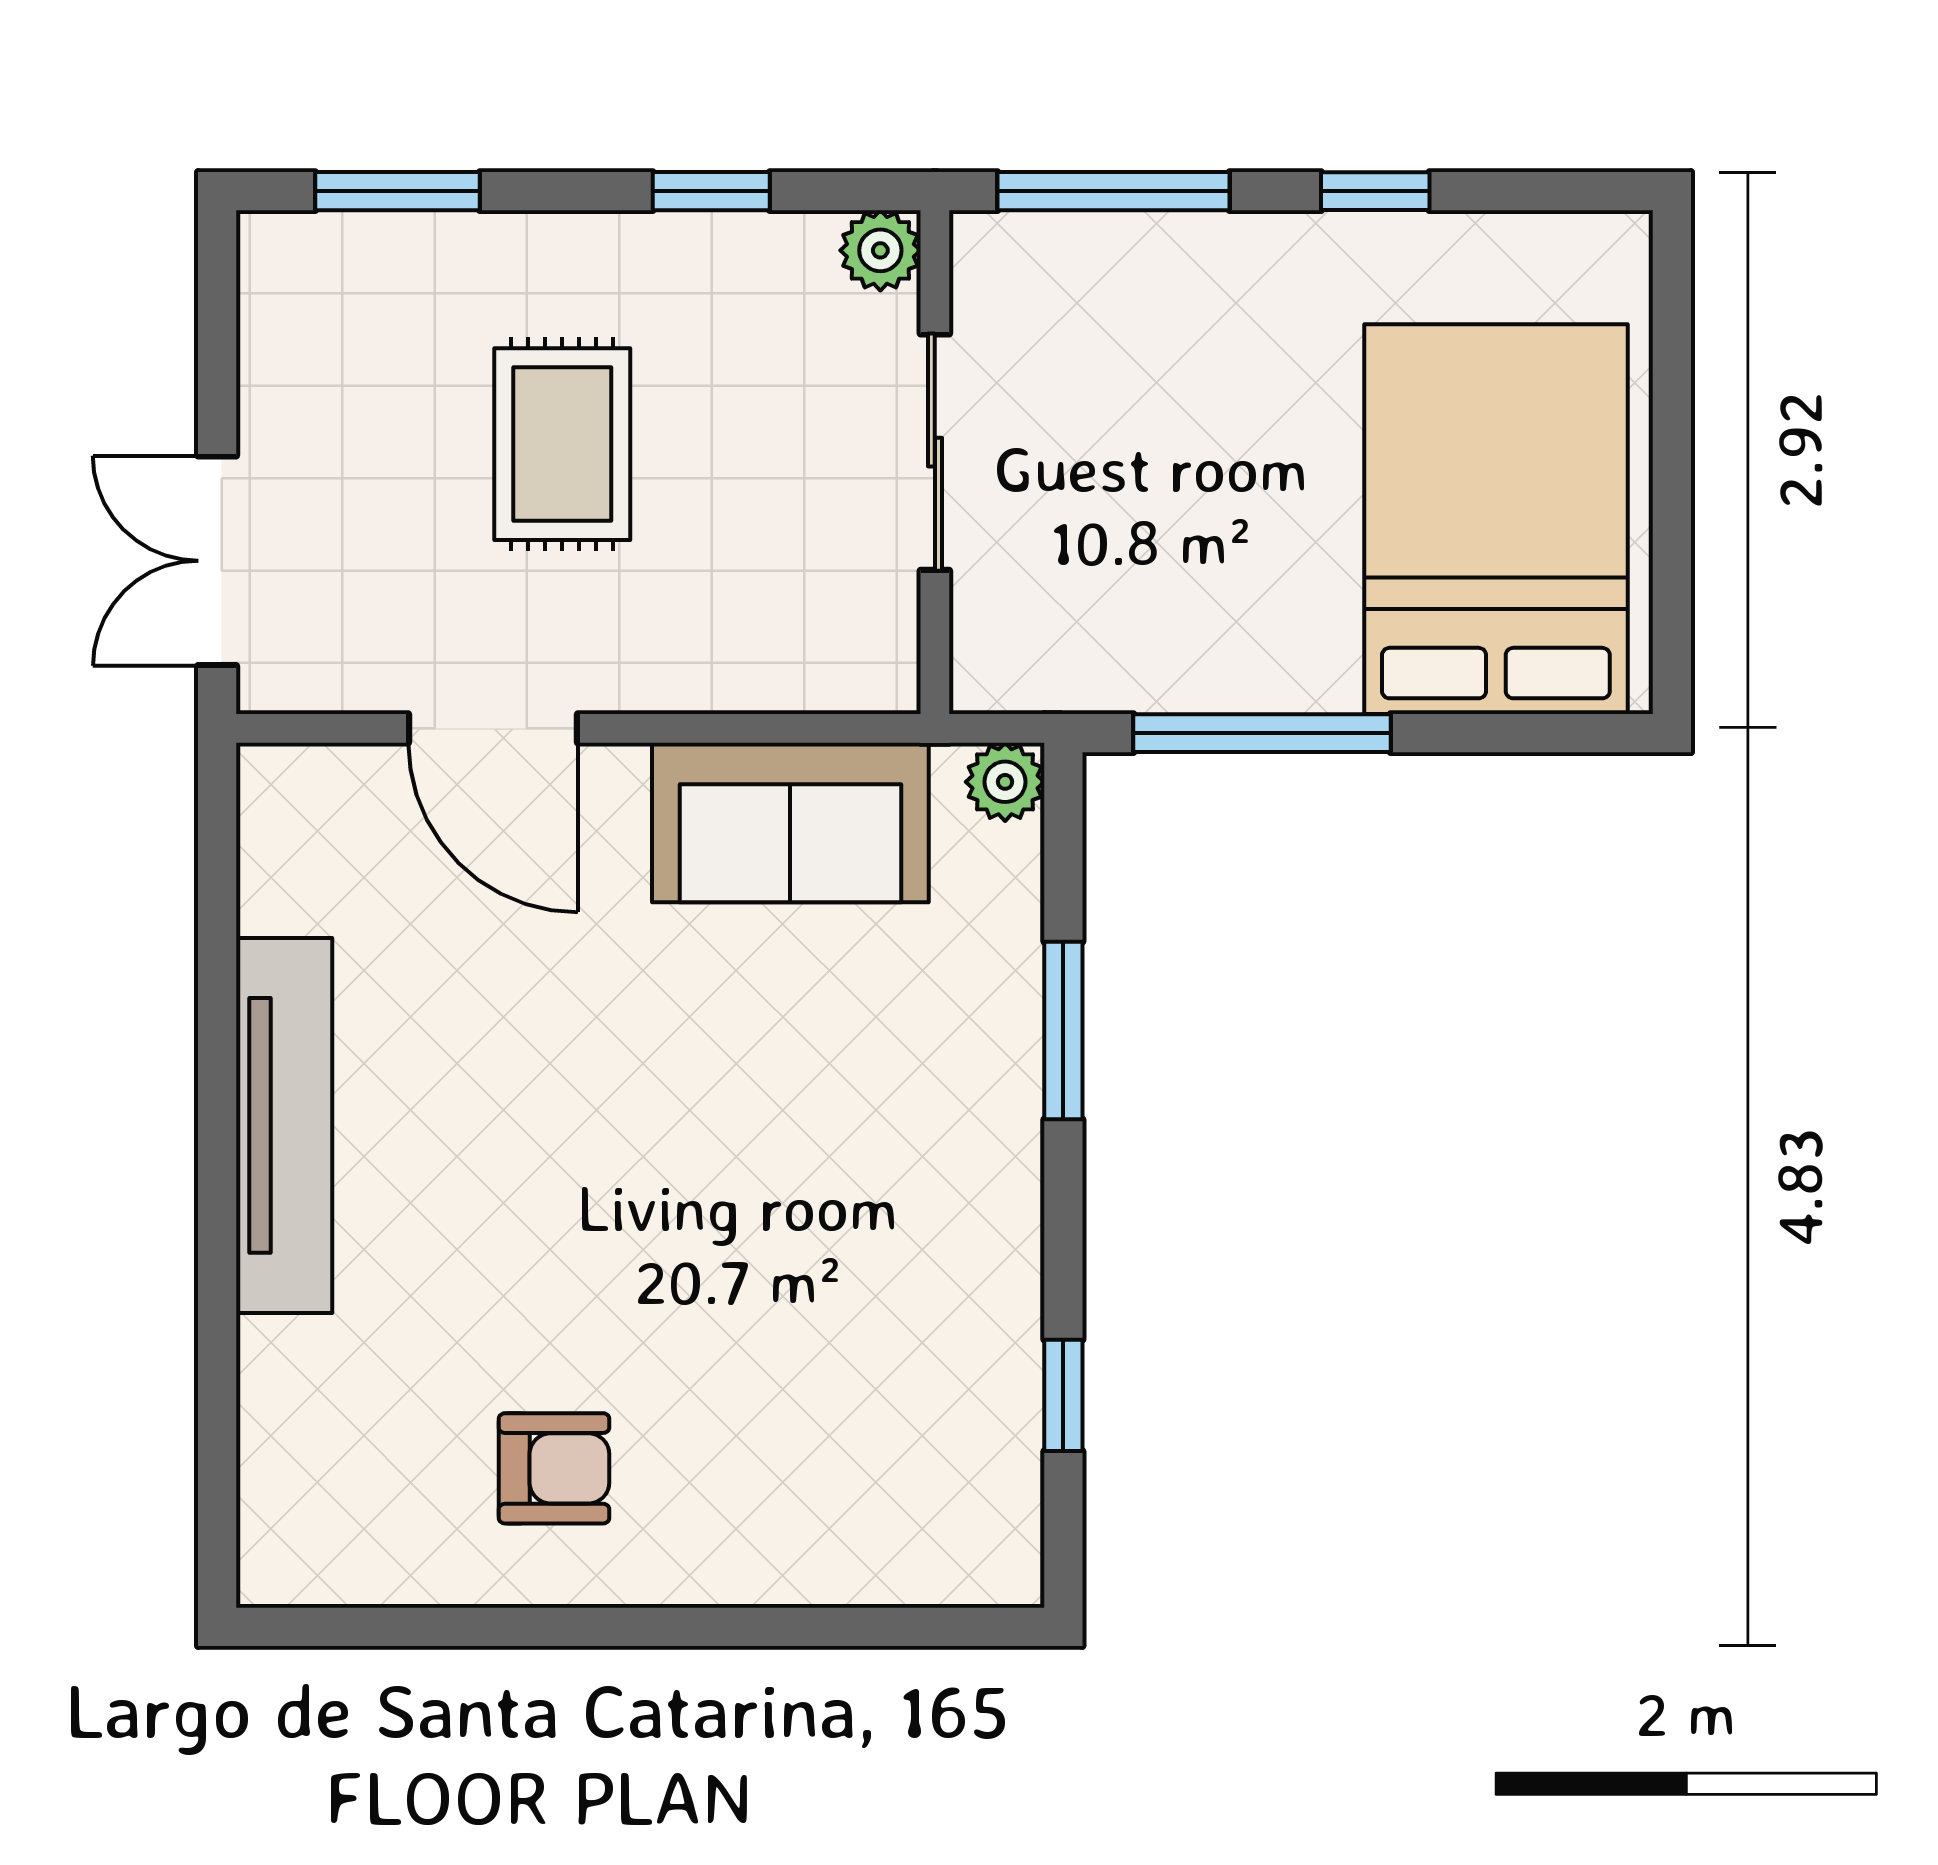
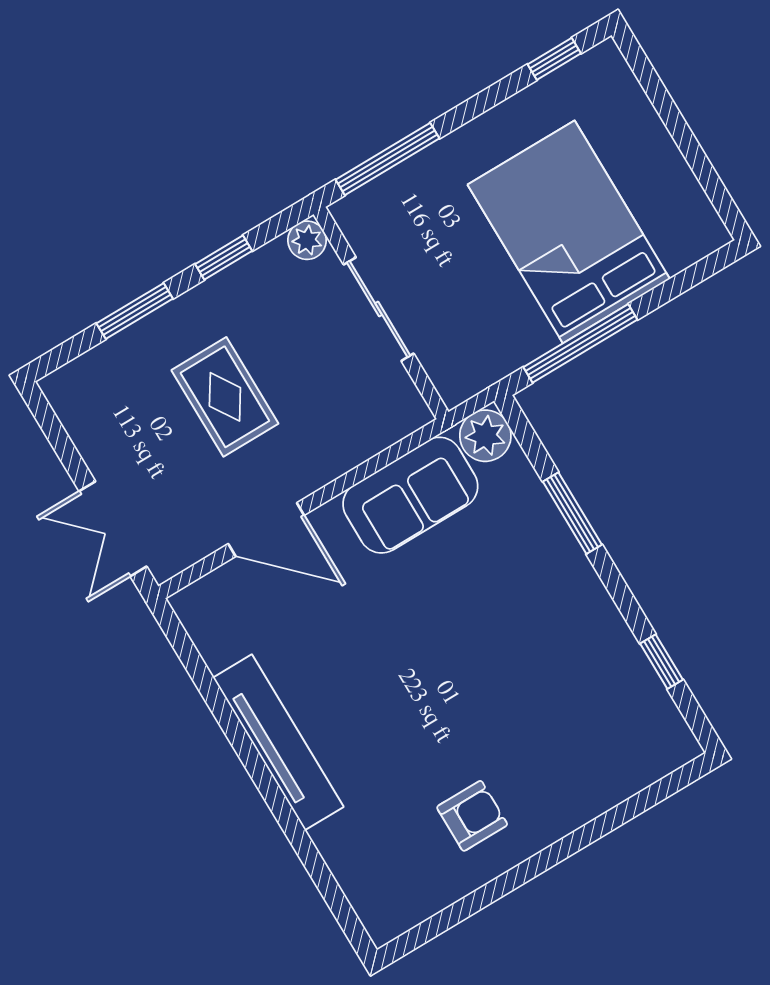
window: (397, 191) -> (135, 311), moved
window: (1375, 191) -> (554, 59), moved
bed: (1496, 519) -> (569, 232), moved
plant: (1005, 782) -> (485, 436), width x1.38, depth x1.38

